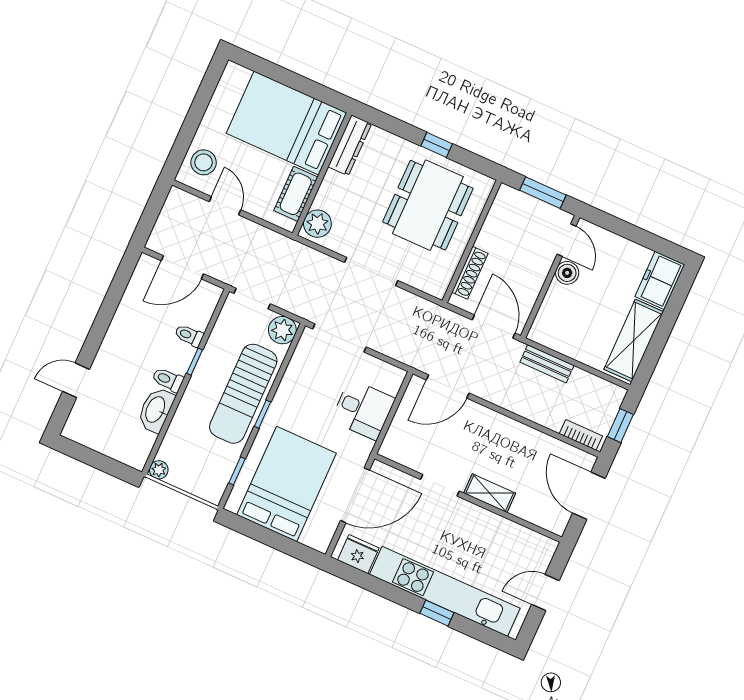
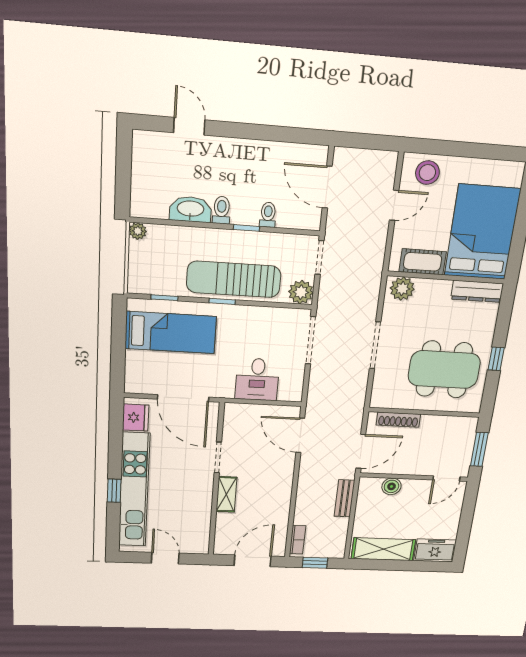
boiler: (567, 273) -> (391, 486), moved
bed: (287, 484) -> (171, 333), width x0.67

